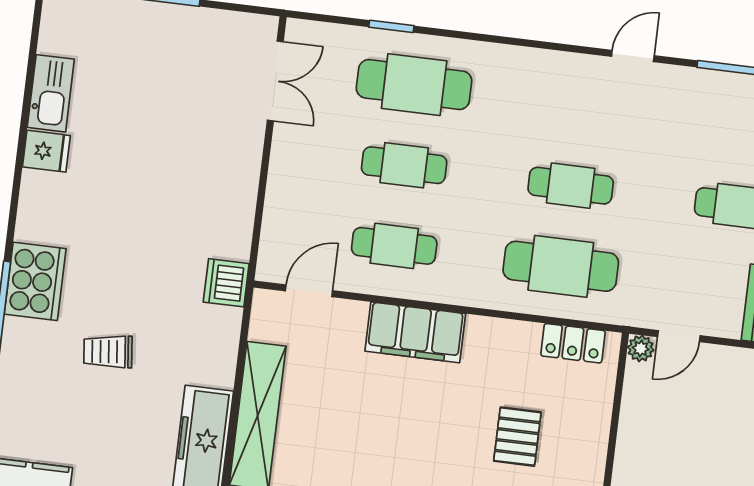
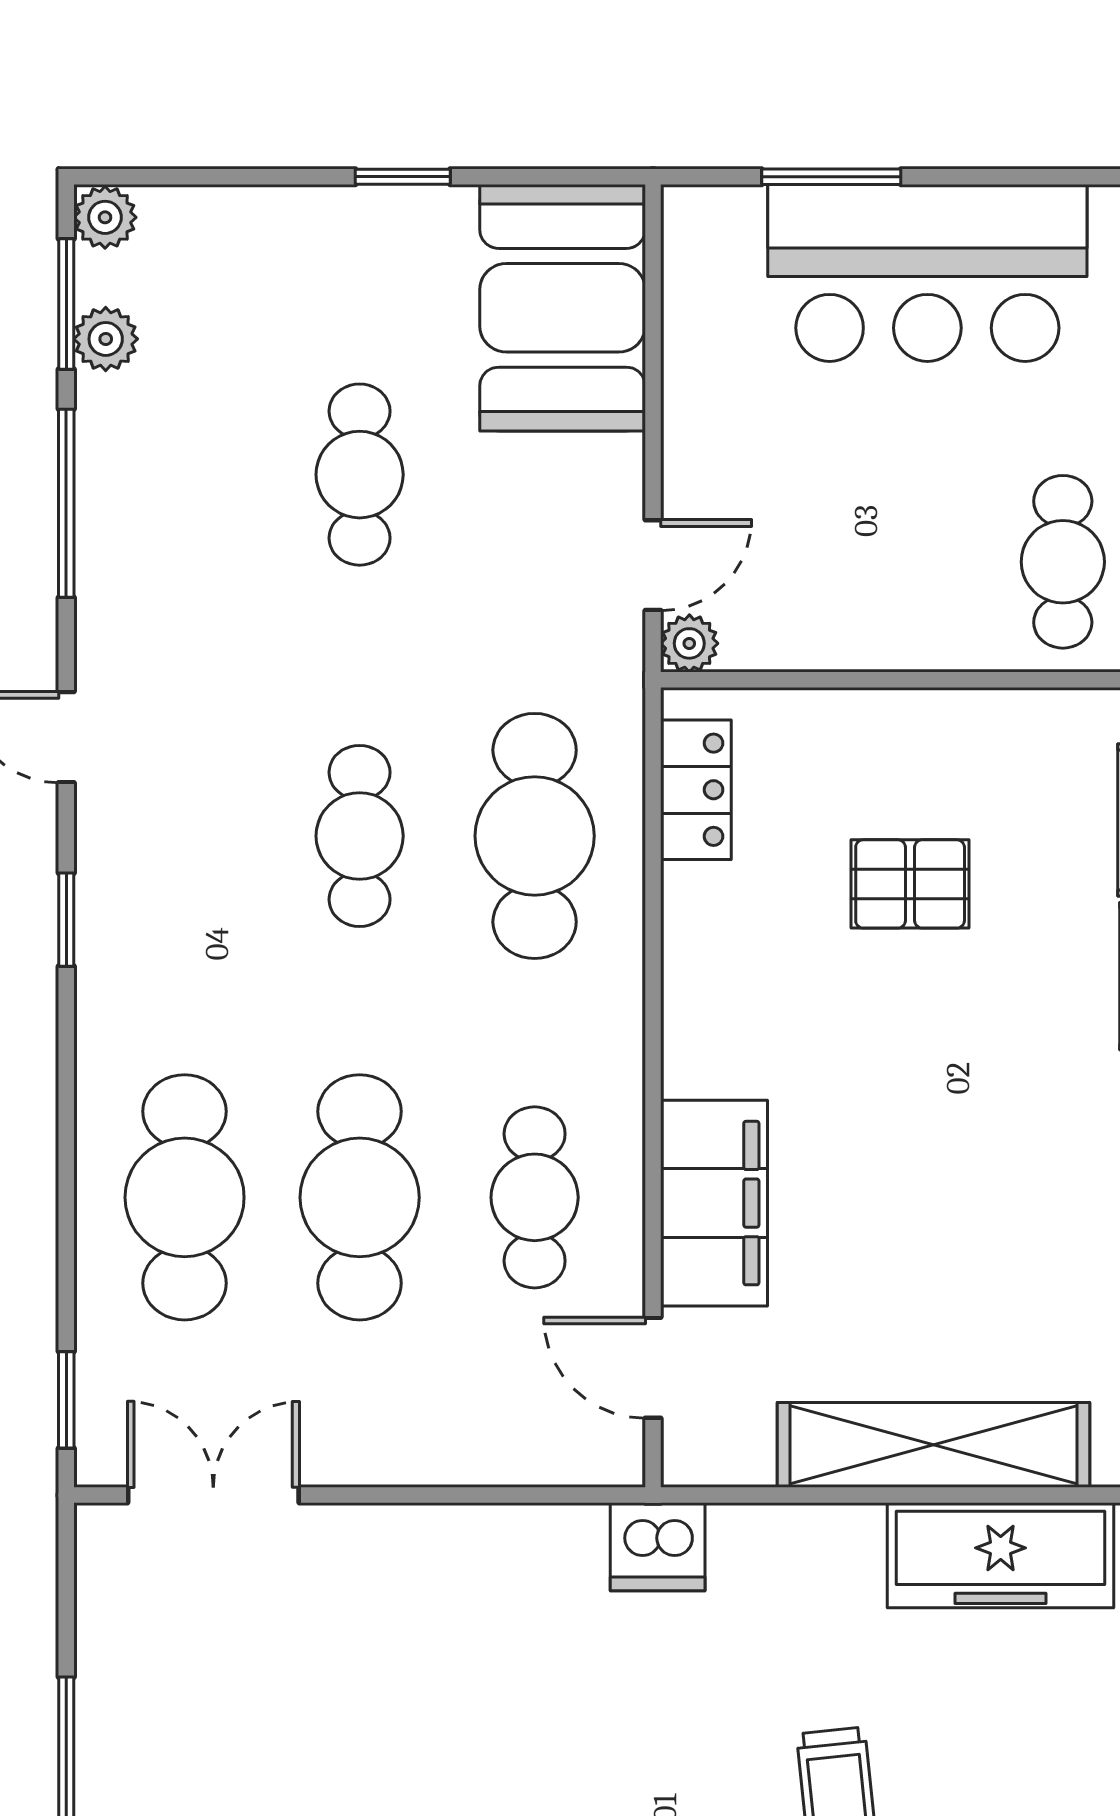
window: (391, 26) -> (66, 1400), moved
window: (549, 46) -> (66, 920), added
cafe table: (404, 165) -> (360, 1197), width x1.37, depth x1.35
filing cabinet: (415, 332) -> (714, 1203), moved
door: (679, 336) -> (653, 565), hinge flipped

